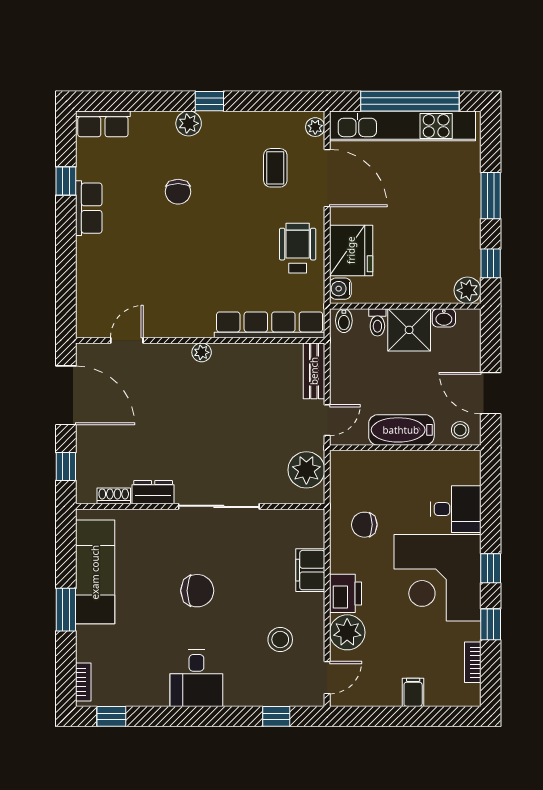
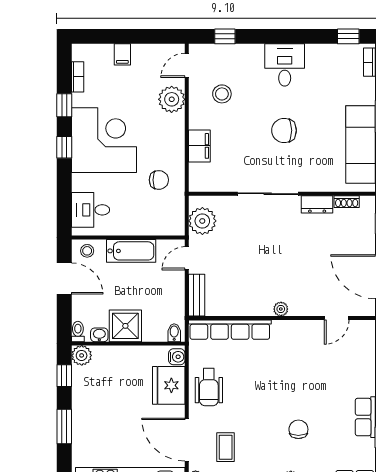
toilet: (377, 322) -> (78, 331), moved
desk: (456, 509) -> (90, 210), moved
printer: (345, 593) -> (173, 128), removed

